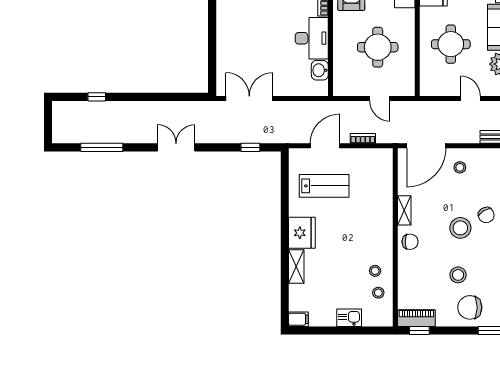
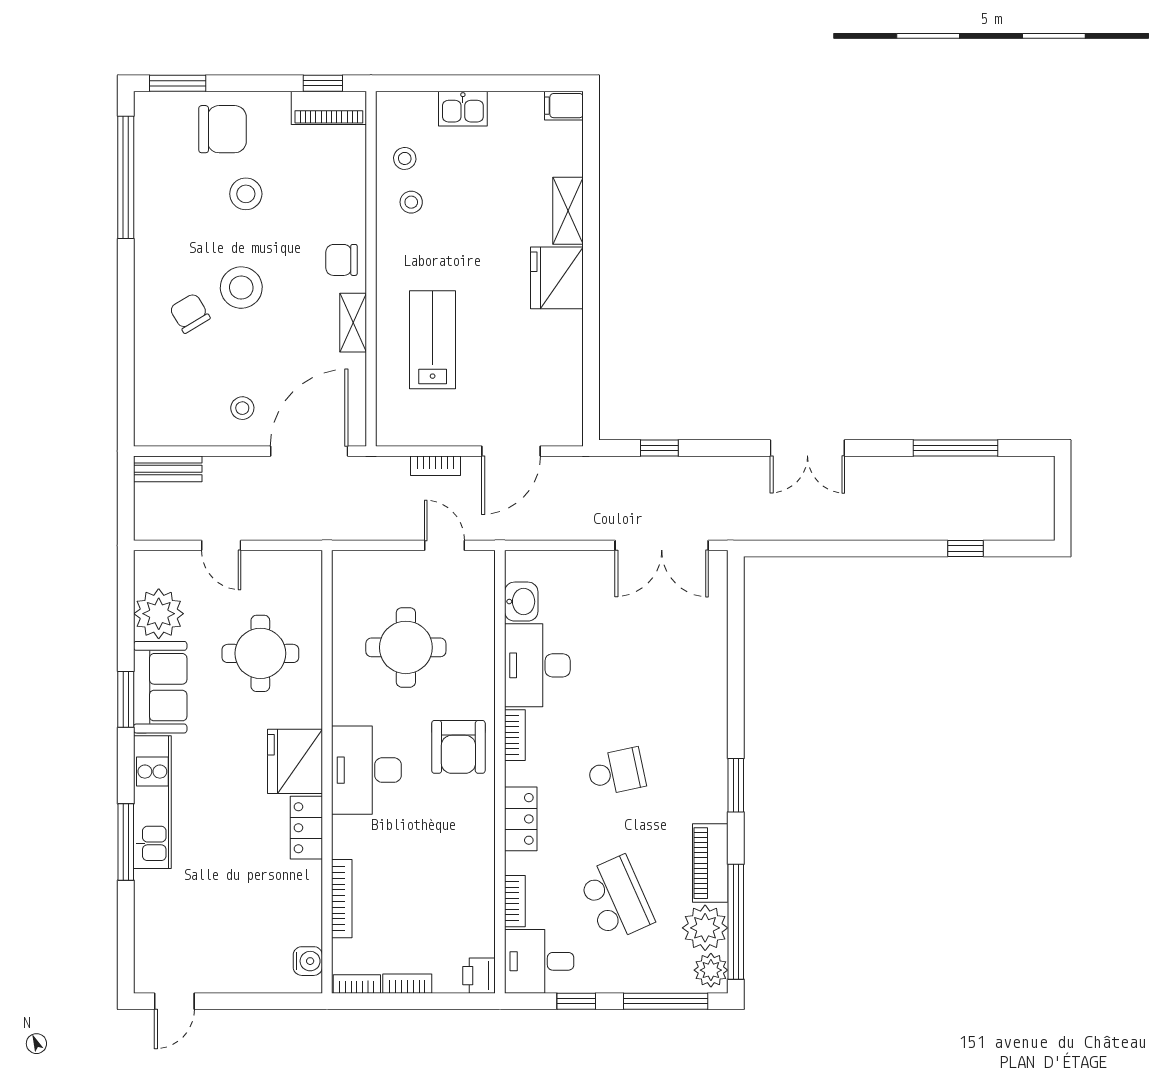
door: (380, 98) -> (445, 545), moved
lab bench: (324, 186) -> (433, 340), moved, turned 90

